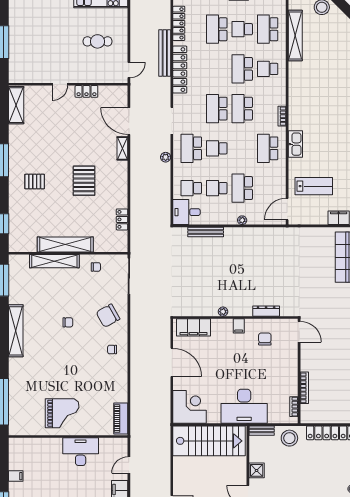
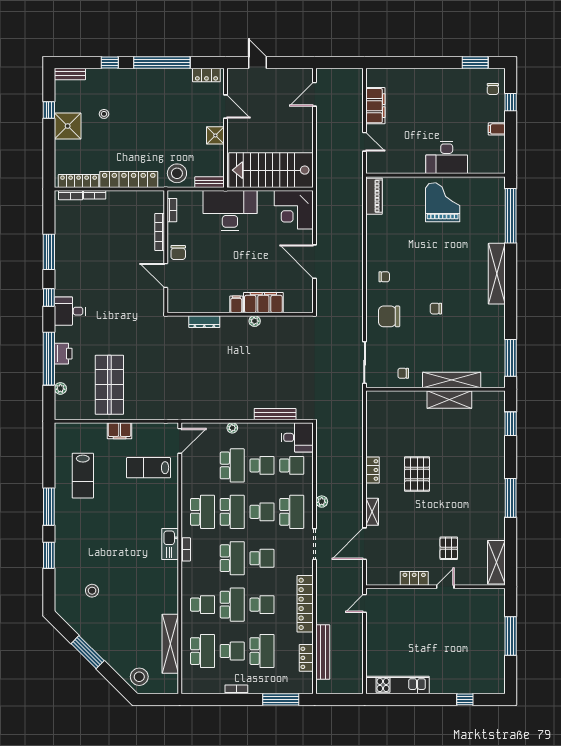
locker: (179, 23) -> (306, 658), width x0.66
cafe table: (98, 41) -> (401, 637), removed
bench: (165, 53) -> (323, 652), moved
school desk: (217, 69) -> (262, 605), added
school desk: (217, 109) -> (262, 558), width x0.54
door: (129, 121) -> (365, 544), swing flipped
kitchen sink: (295, 144) -> (170, 544), moved
school desk: (242, 148) -> (232, 512), added
pallet: (35, 182) -> (449, 548), moved, turned 90
locker: (122, 219) -> (373, 470), moved
shelving: (65, 244) -> (449, 400), width x0.68
chair: (108, 316) -> (389, 316), turned -151
filing cabinet: (193, 327) -> (263, 303), moved
shelving: (16, 331) -> (497, 274), moved
door: (299, 332) -> (166, 275), moved
chair: (265, 339) -> (178, 253), moved
grand piano: (62, 413) -> (443, 202), turned 90
desk: (81, 452) -> (447, 157), moved
door: (129, 465) -> (365, 142), hinge flipped

